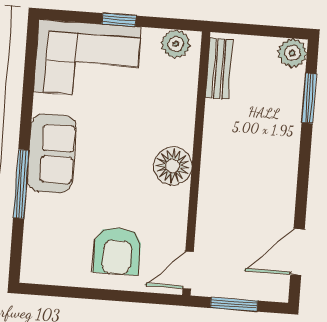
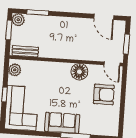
window: (269, 31) -> (9, 30), added
floor lamp: (173, 166) -> (79, 72), moved

